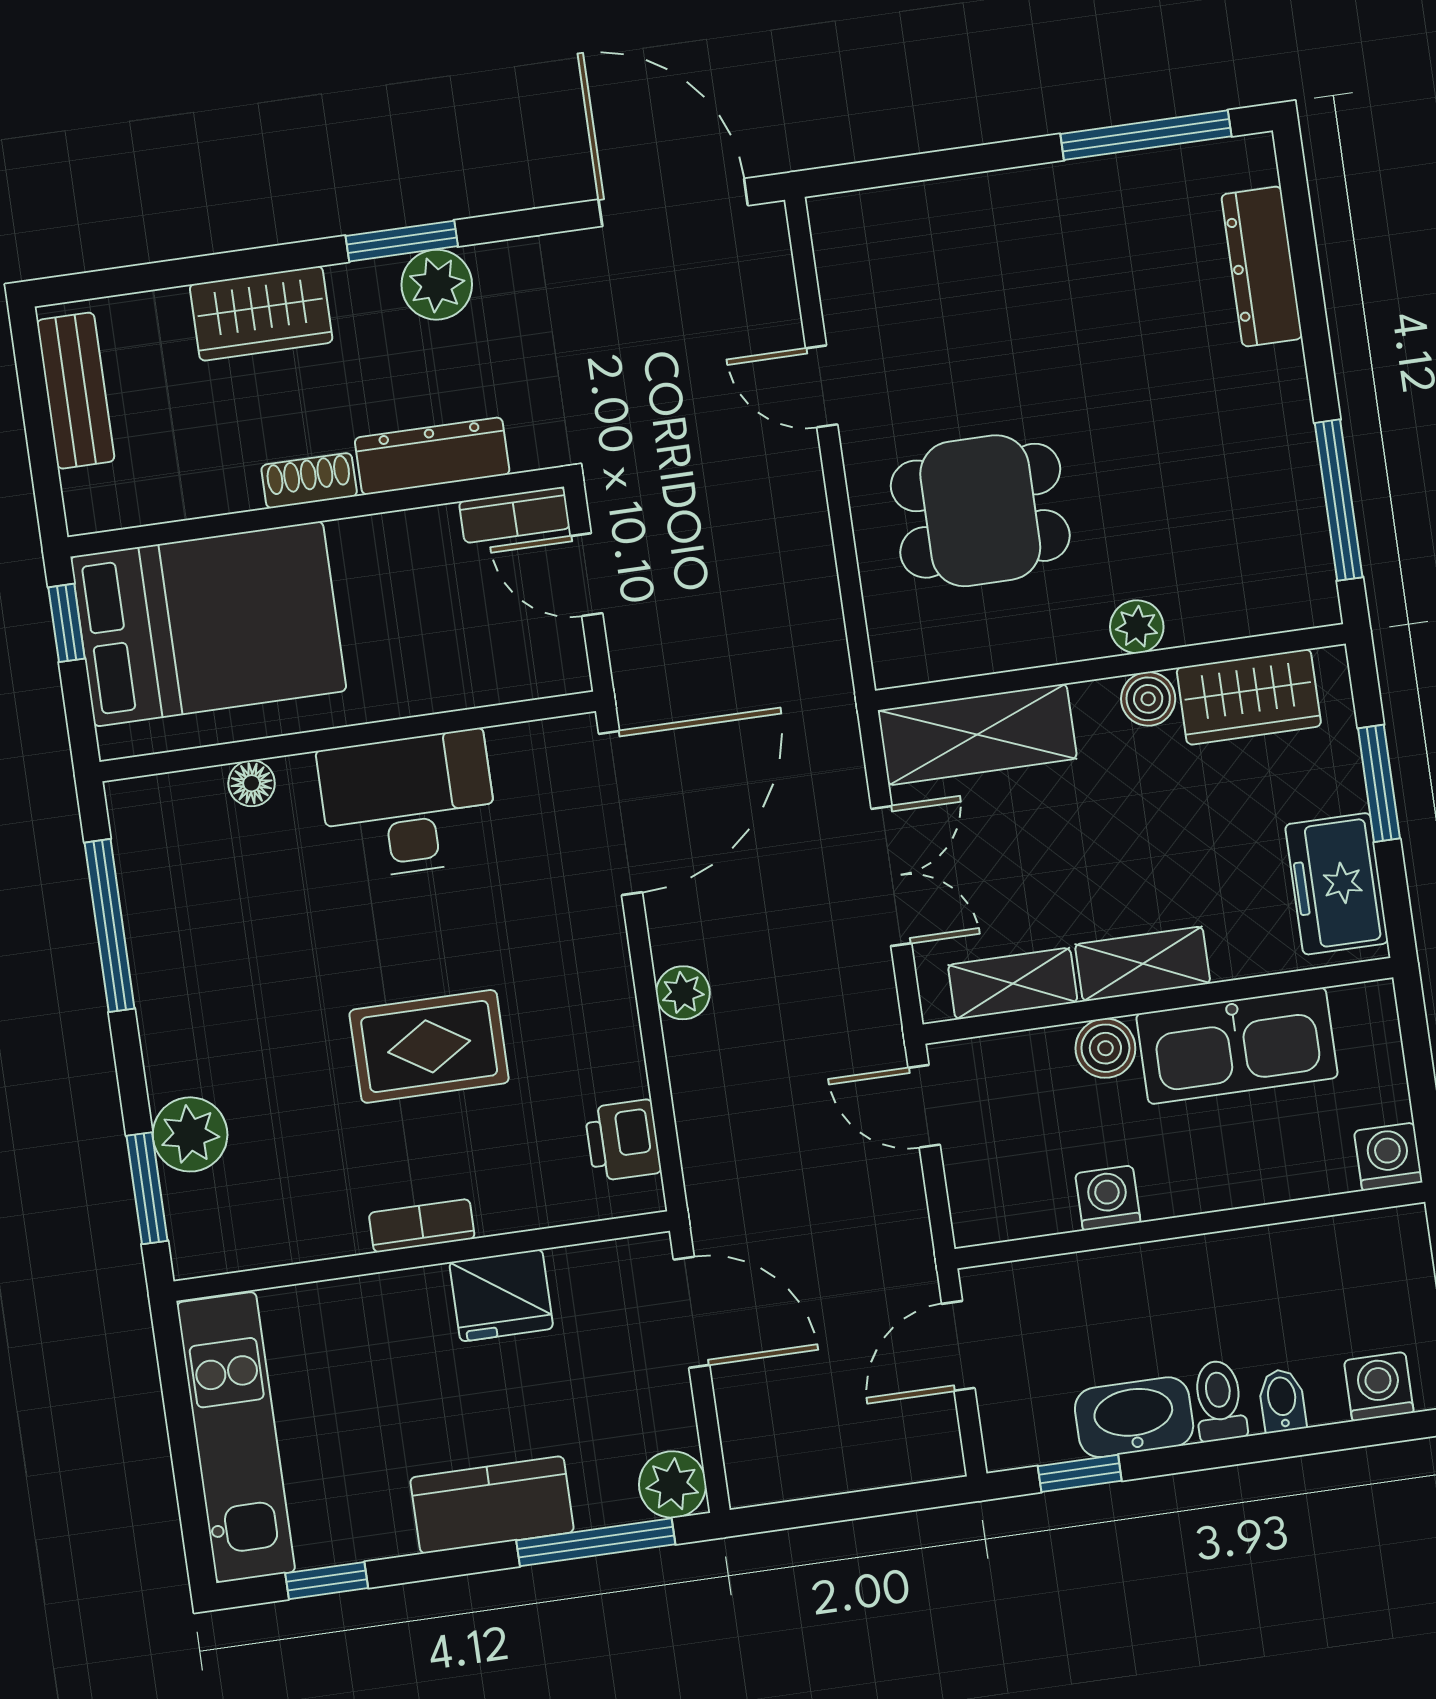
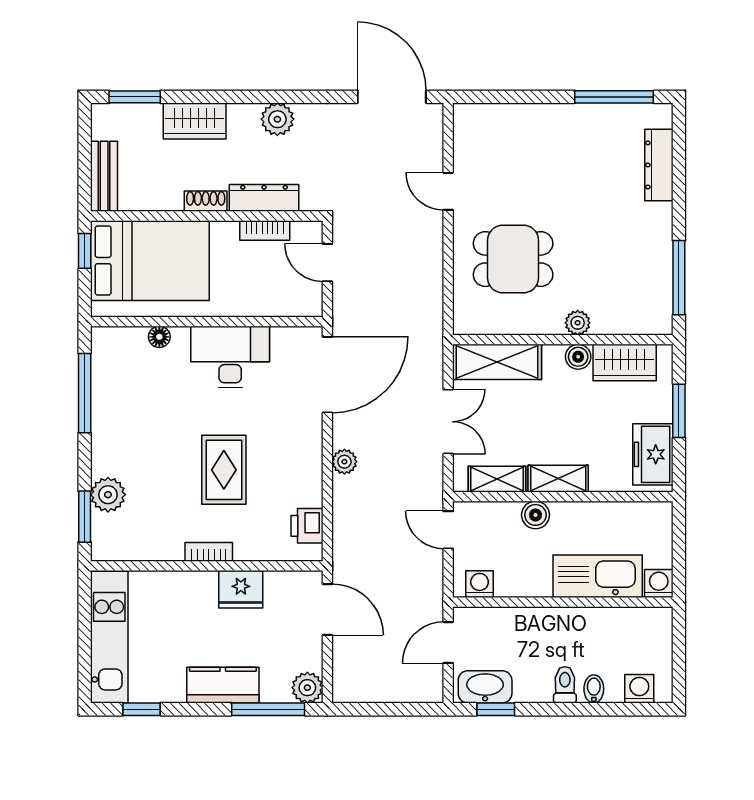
window: (402, 241) -> (135, 97), moved
bench: (76, 391) -> (104, 176), moved
bookcase: (515, 515) -> (265, 230), moved
rug: (429, 1046) -> (224, 470), turned 90
kitchen sink: (1237, 1046) -> (598, 576), moved, turned 180
washing machine: (1108, 1198) -> (480, 584), moved
washbasin: (1134, 1417) -> (485, 687), moved

